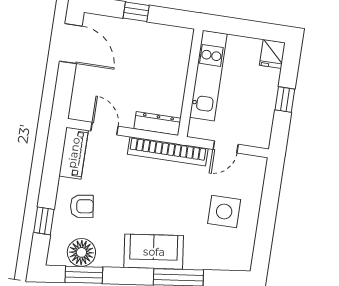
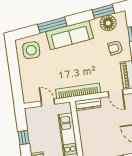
door: (226, 147) -> (48, 103), hinge flipped
side table: (224, 212) -> (31, 50), moved
sofa: (154, 252) -> (70, 35), width x1.36

